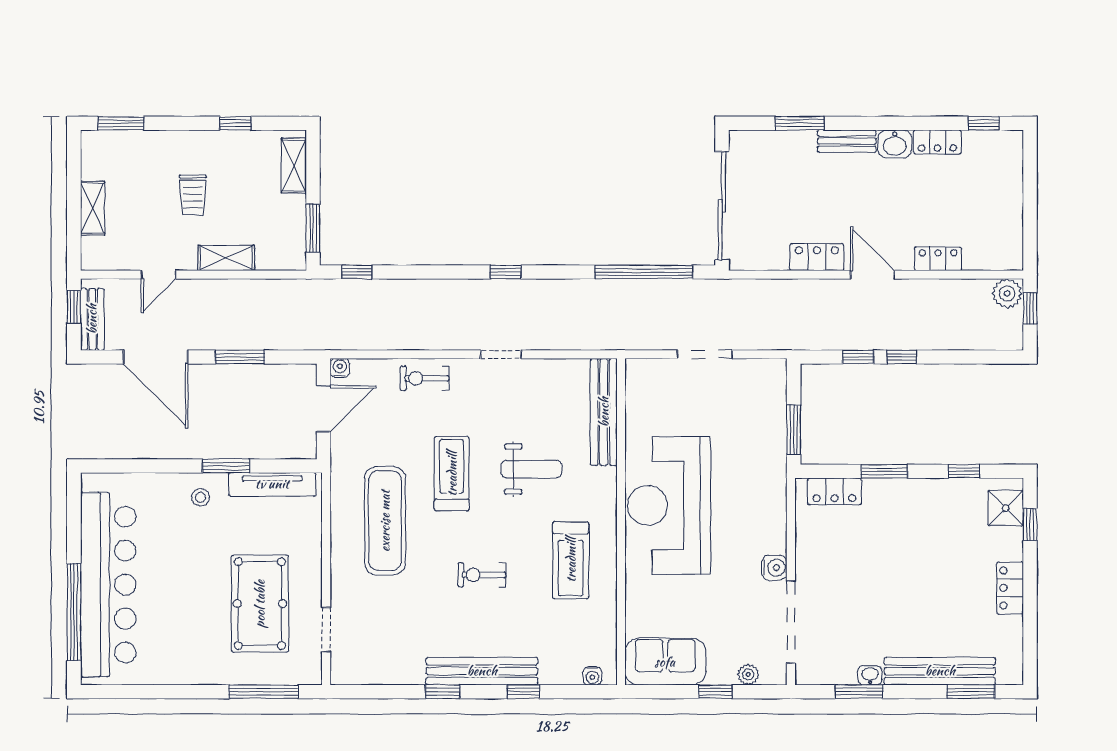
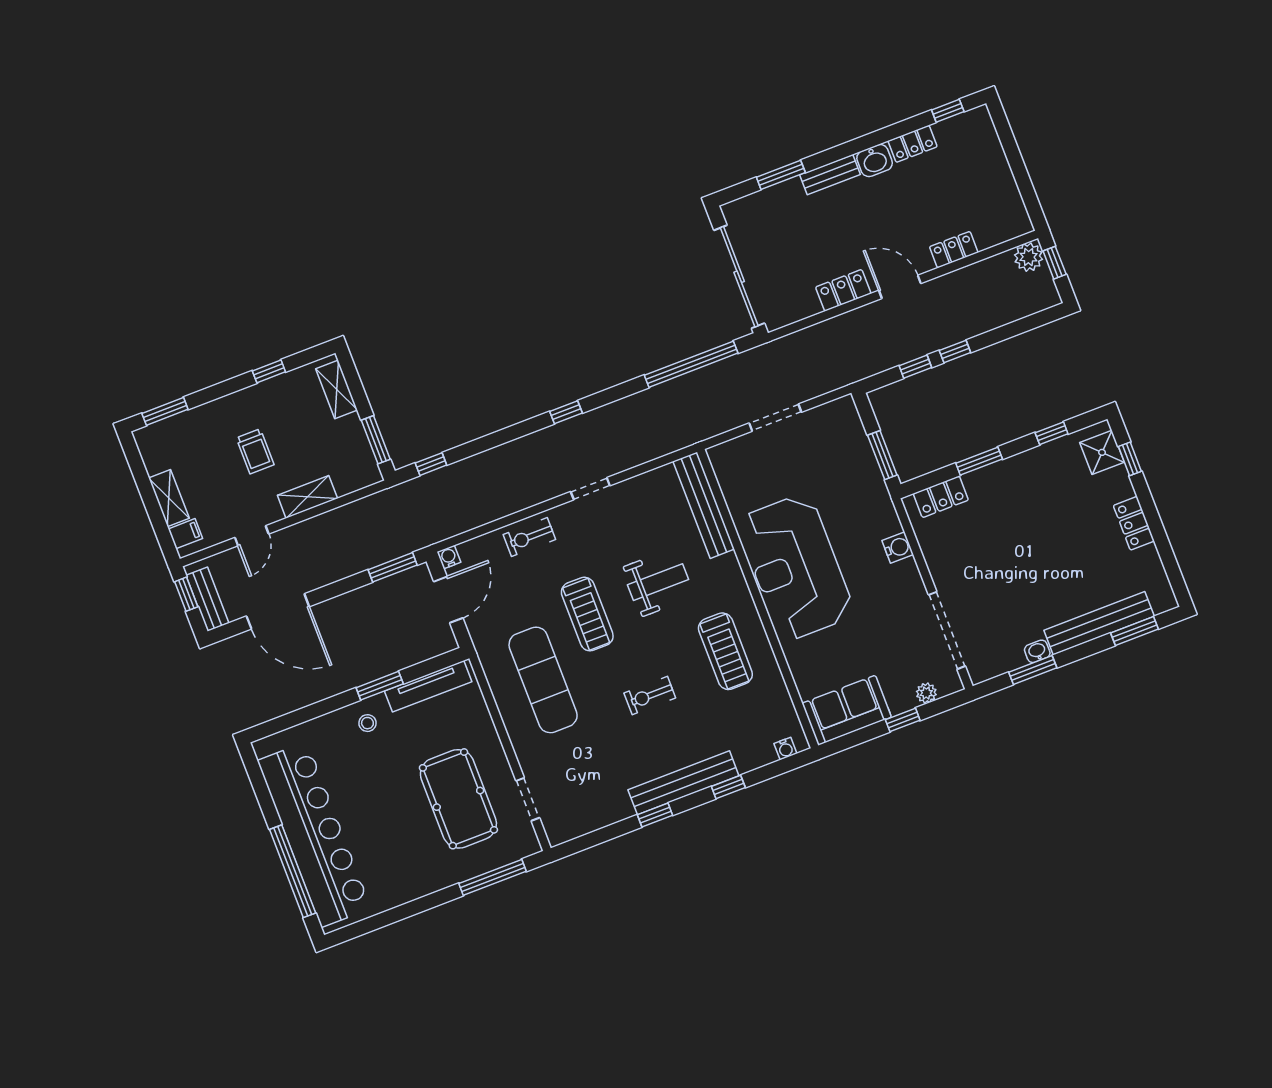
filing cabinet: (95, 248) -> (185, 534), added
window: (240, 357) -> (393, 567), moved
treadmill: (452, 474) -> (587, 614), turned 180
water cooler: (774, 568) -> (898, 548), moved

